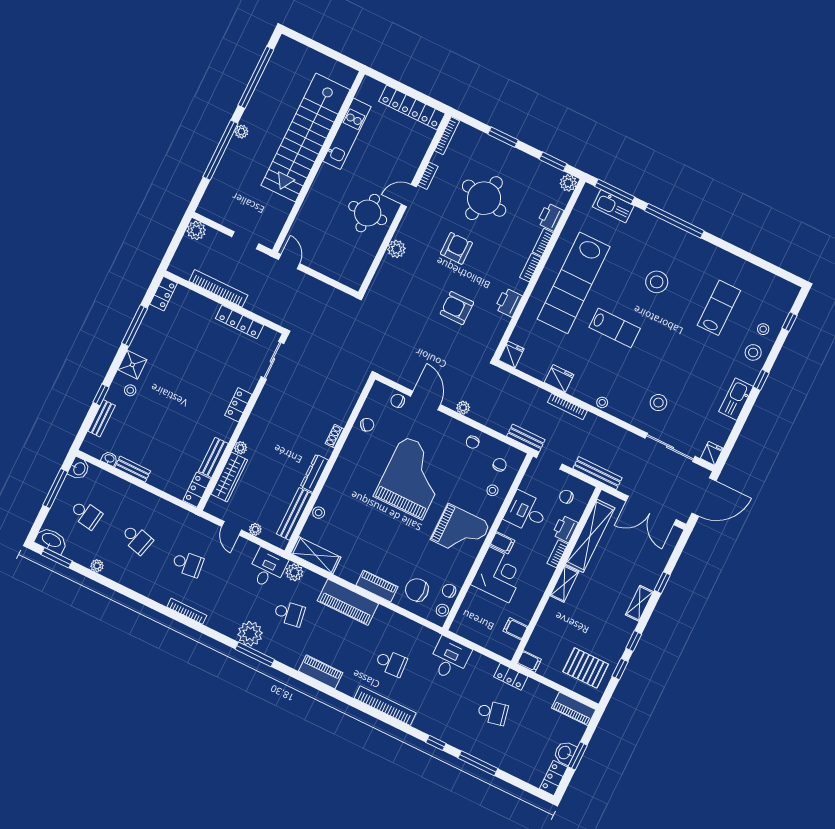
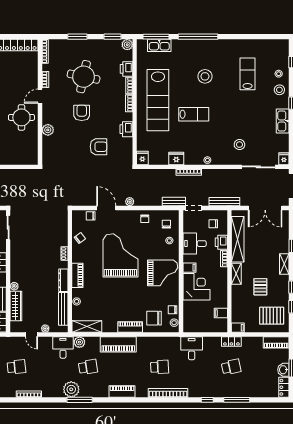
armchair: (457, 308) -> (99, 147), turned 180
piano: (338, 476) -> (77, 275), added
pallet: (590, 619) -> (260, 287), added

